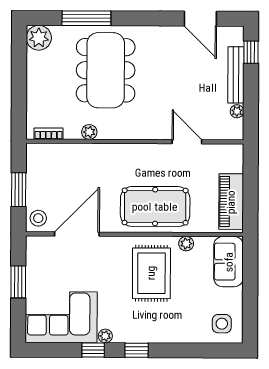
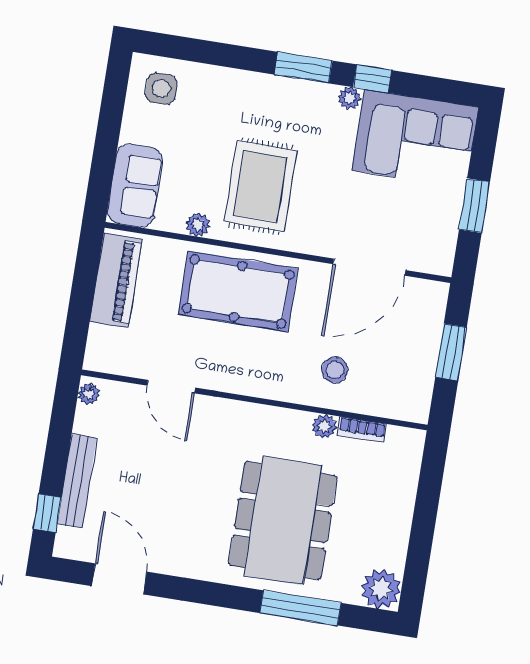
plant: (237, 111) -> (89, 394), moved
bookcase: (49, 134) -> (362, 429), moved
stool: (38, 218) -> (335, 370), moved
window: (137, 350) -> (303, 68), width x1.50

